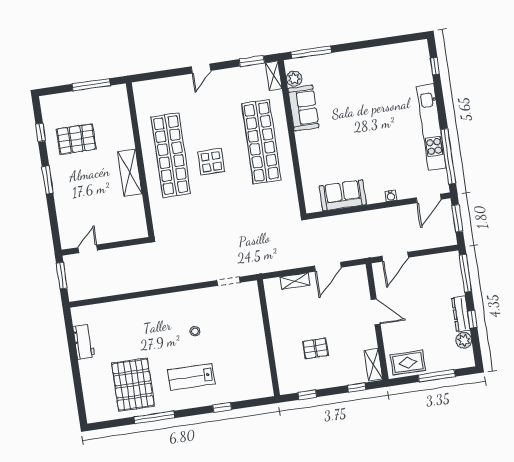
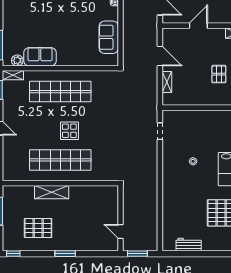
window: (41, 133) -> (13, 254), moved
pallet: (76, 139) -> (38, 228), turned 90
shelving: (130, 173) -> (52, 192), moved

